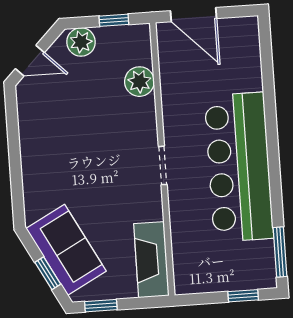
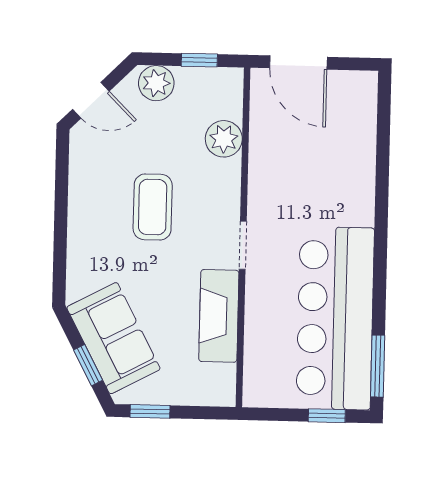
coffee table: (88, 142) -> (153, 207), added
bar counter: (239, 167) -> (335, 318), moved
fireplace: (151, 260) -> (219, 316), moved

